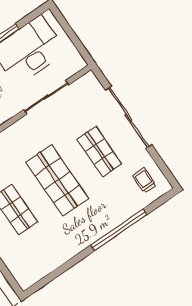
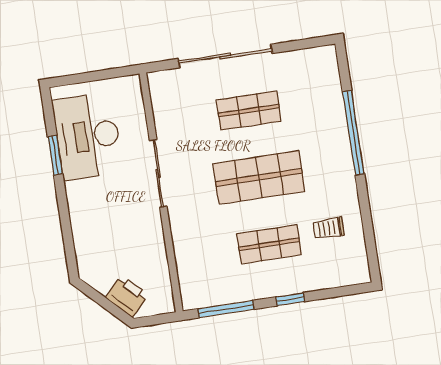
sliding door: (46, 97) -> (158, 173), moved
trolley: (144, 180) -> (329, 228), moved

